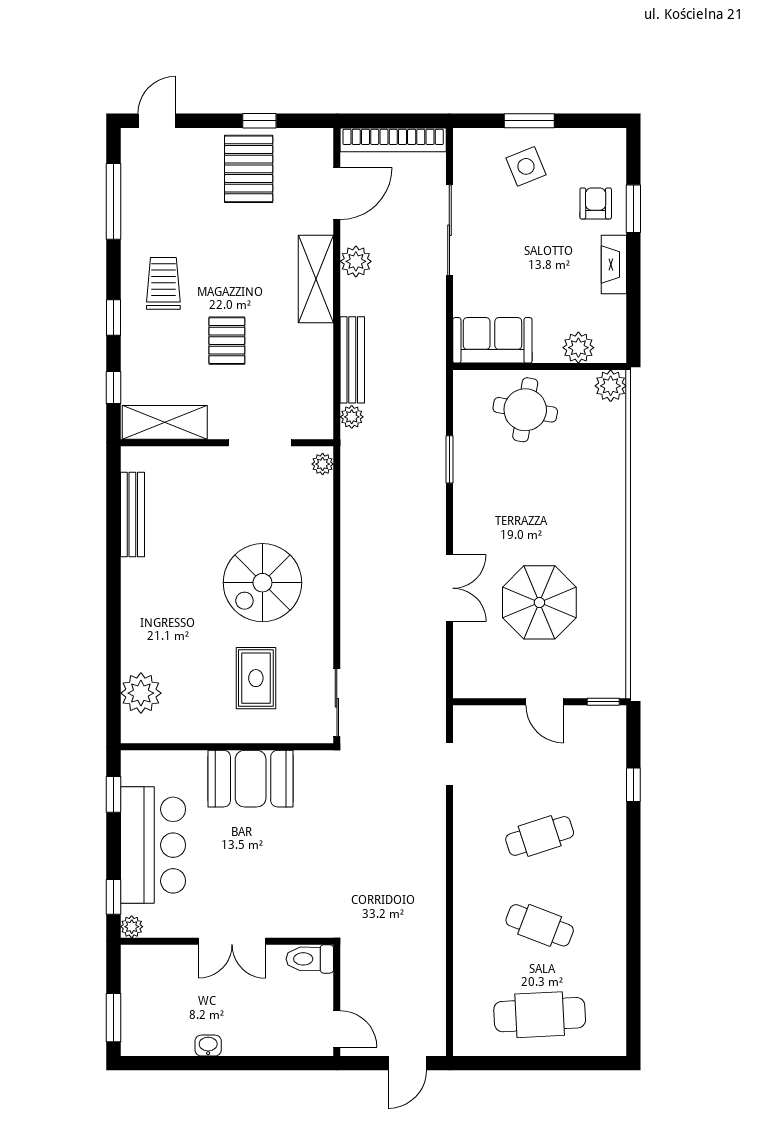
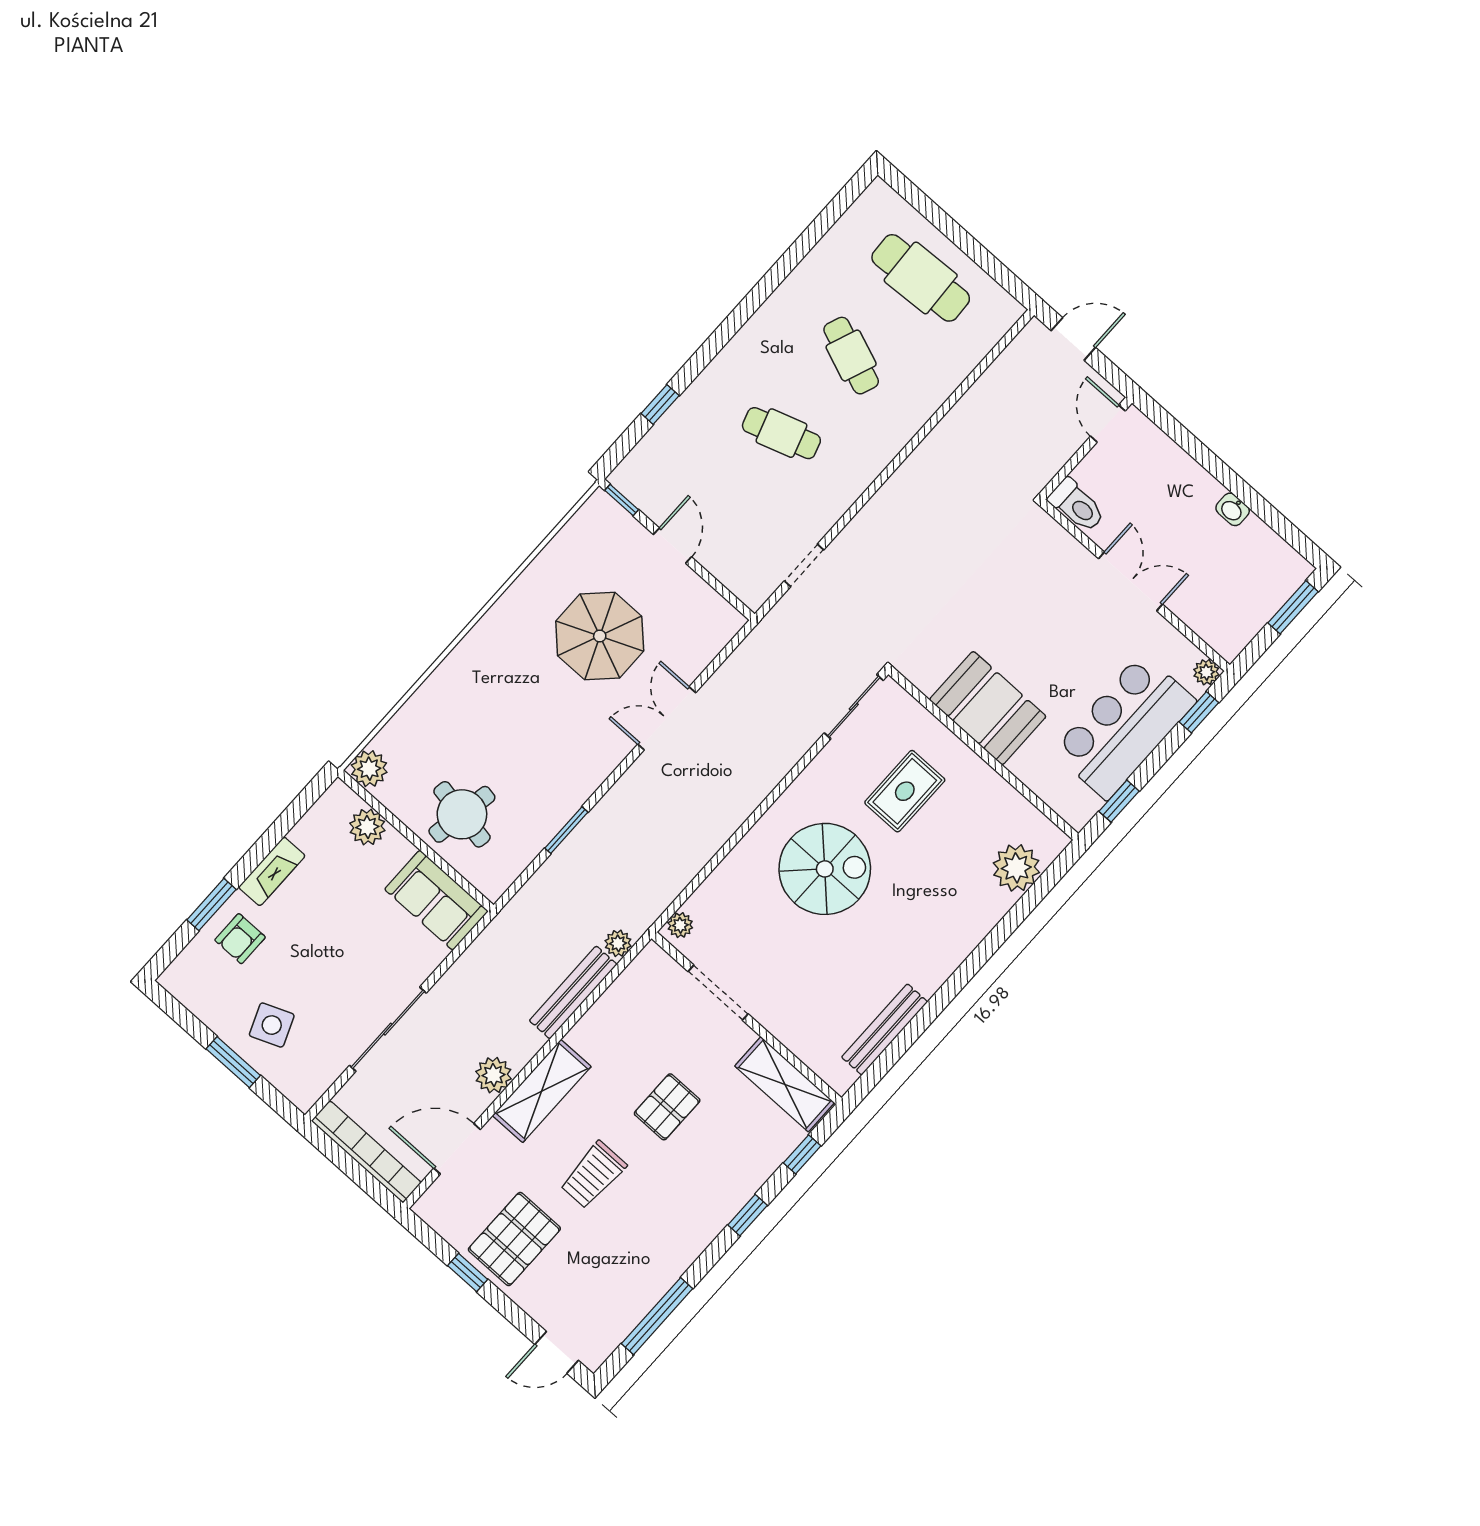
trolley: (163, 283) -> (593, 1175), moved

